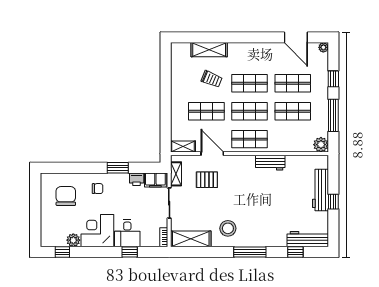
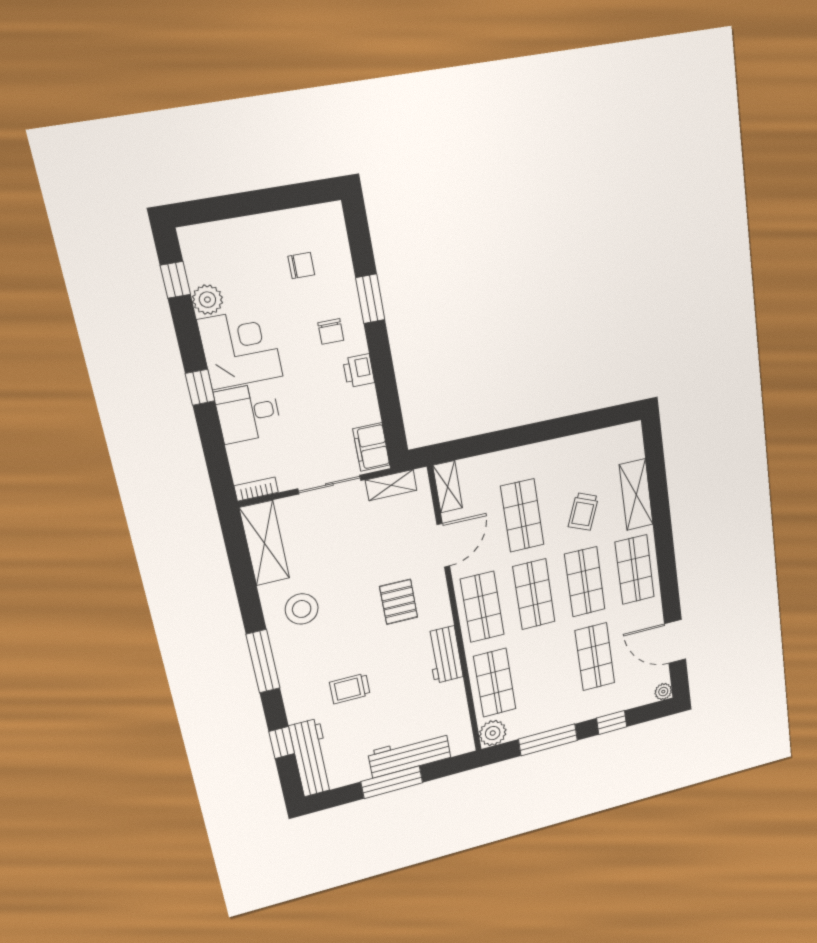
door: (296, 37) -> (675, 641), hinge flipped
shop shelf: (250, 55) -> (635, 570), added
shop shelf: (293, 111) -> (495, 683), moved
window: (118, 168) -> (370, 299), moved
printer: (137, 179) -> (359, 371), moved
pallet: (207, 180) -> (399, 602), moved
chair: (66, 196) -> (301, 266), width x0.54, depth x0.54
window: (333, 202) -> (392, 782), width x2.17
trolley: (276, 213) -> (350, 689), added
window: (130, 252) -> (200, 387), moved

